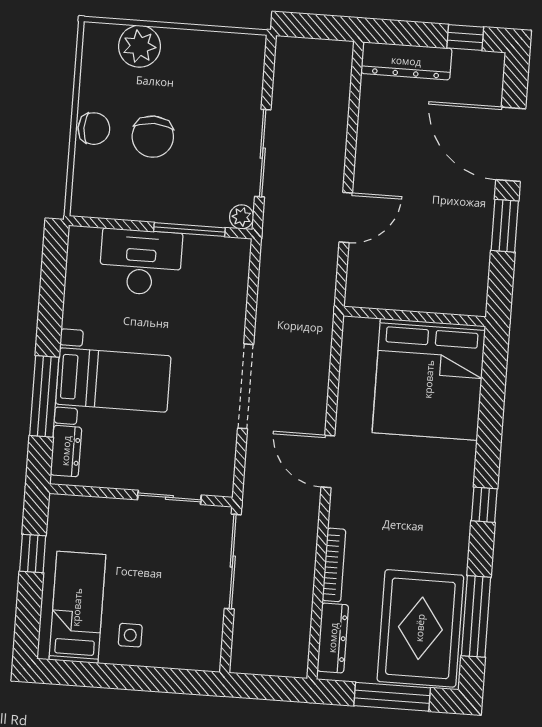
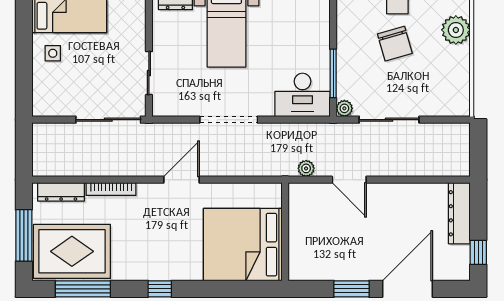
chair: (153, 137) -> (395, 44), turned -107
desk: (141, 262) -> (302, 95), moved, turned 90
plant: (325, 279) -> (306, 168), added

